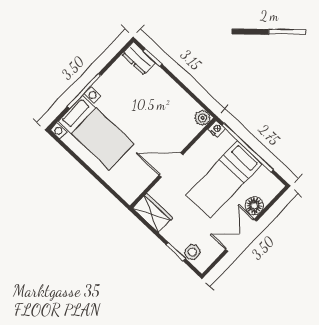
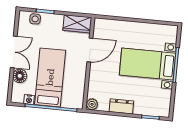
dresser: (139, 59) -> (121, 106), moved
nightstand: (216, 129) -> (29, 100), moved
bed with nightstands: (96, 132) -> (147, 64), moved
door: (171, 165) -> (90, 50), moved

